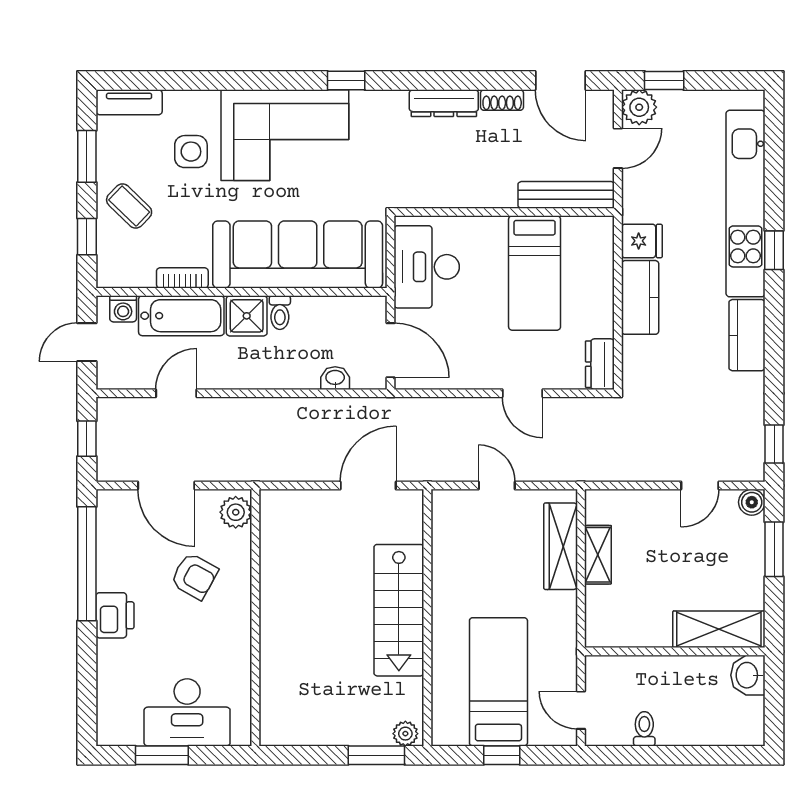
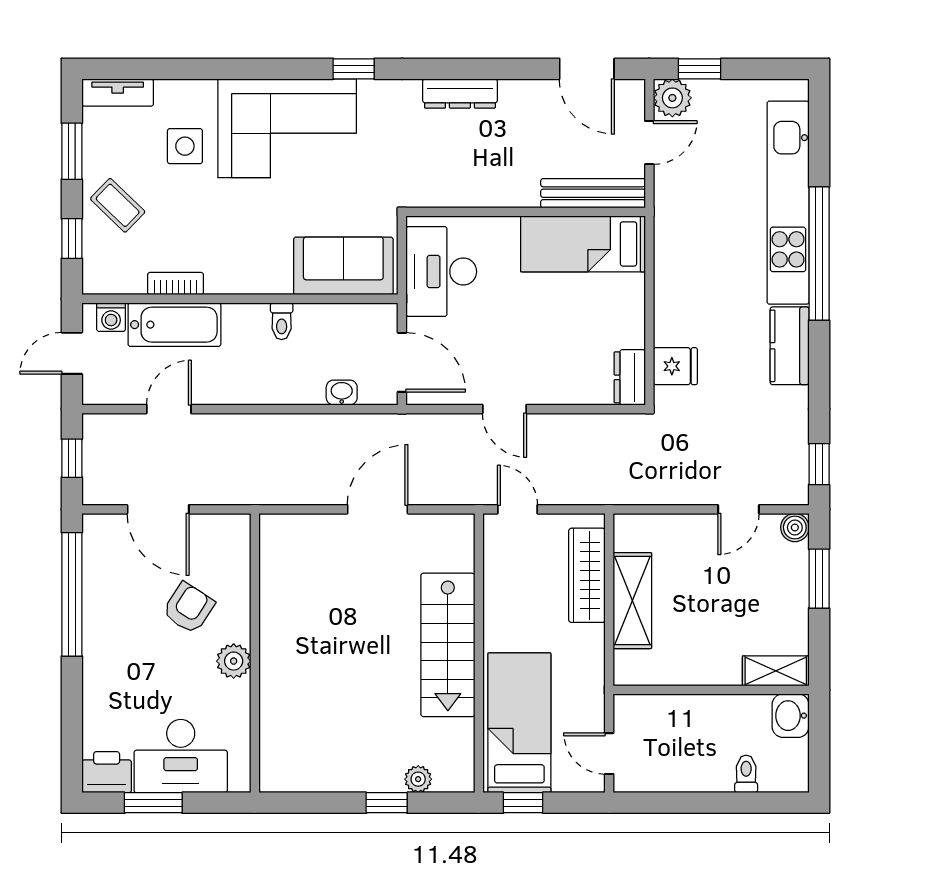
shoe rack: (502, 100) -> (523, 90), removed
fridge: (642, 241) -> (675, 366), moved
window: (774, 250) -> (819, 254), width x3.17
sofa: (298, 255) -> (343, 266), width x0.54, depth x0.79
bed: (535, 273) -> (583, 244), moved, turned 90
kitchen counter: (640, 297) -> (673, 305), removed
shower: (247, 316) -> (246, 325), removed
door: (522, 393) -> (504, 409), moved
plant: (236, 512) -> (234, 661), moved
shelving: (598, 555) -> (632, 601), width x1.50, depth x1.33
armchair: (194, 576) -> (189, 608), turned -86
stairs: (399, 610) -> (448, 645), moved
printer: (115, 615) -> (107, 772), moved, turned -90
wall: (427, 618) -> (479, 653), moved
shelving: (719, 629) -> (776, 671), width x0.67, depth x0.75
toilet: (644, 729) -> (746, 774), moved
window: (376, 755) -> (387, 803), width x0.67

